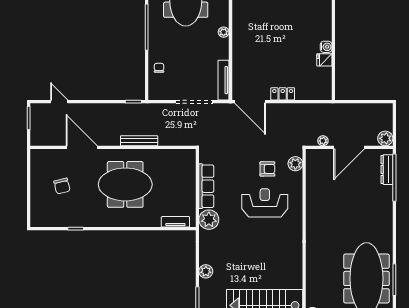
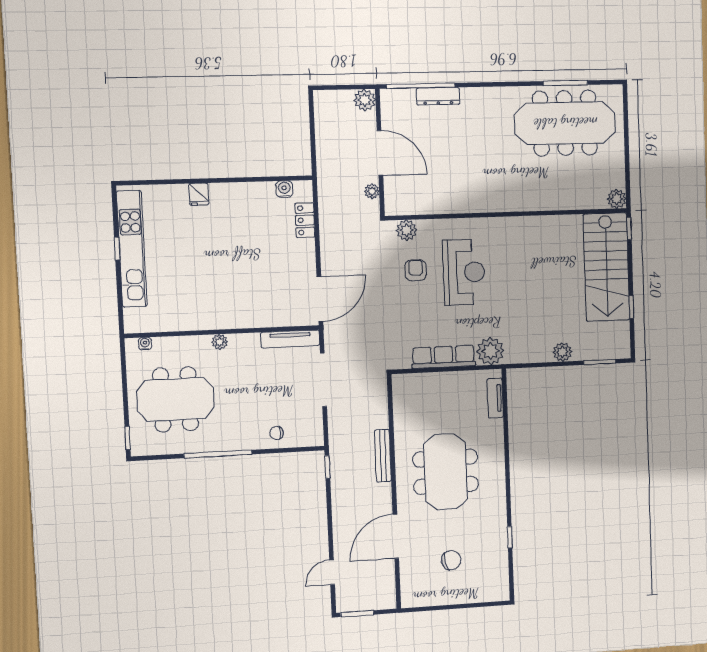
water cooler: (326, 47) -> (284, 189), moved
fridge: (324, 60) -> (199, 194), moved
locker: (283, 94) -> (305, 220), moved
dresser: (387, 170) -> (438, 96), moved
reception desk: (265, 203) -> (464, 272), turned 180

